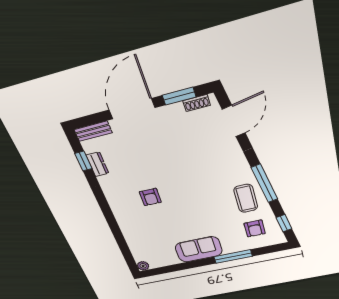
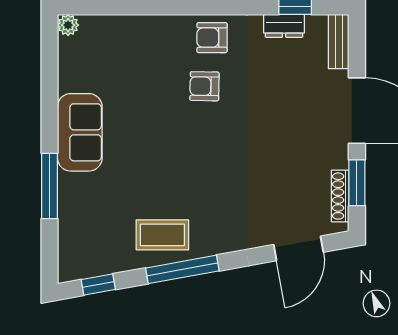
shoe rack: (197, 103) -> (340, 196), width x1.43
door: (234, 121) -> (299, 248), hinge flipped
armchair: (255, 228) -> (212, 38), moved

